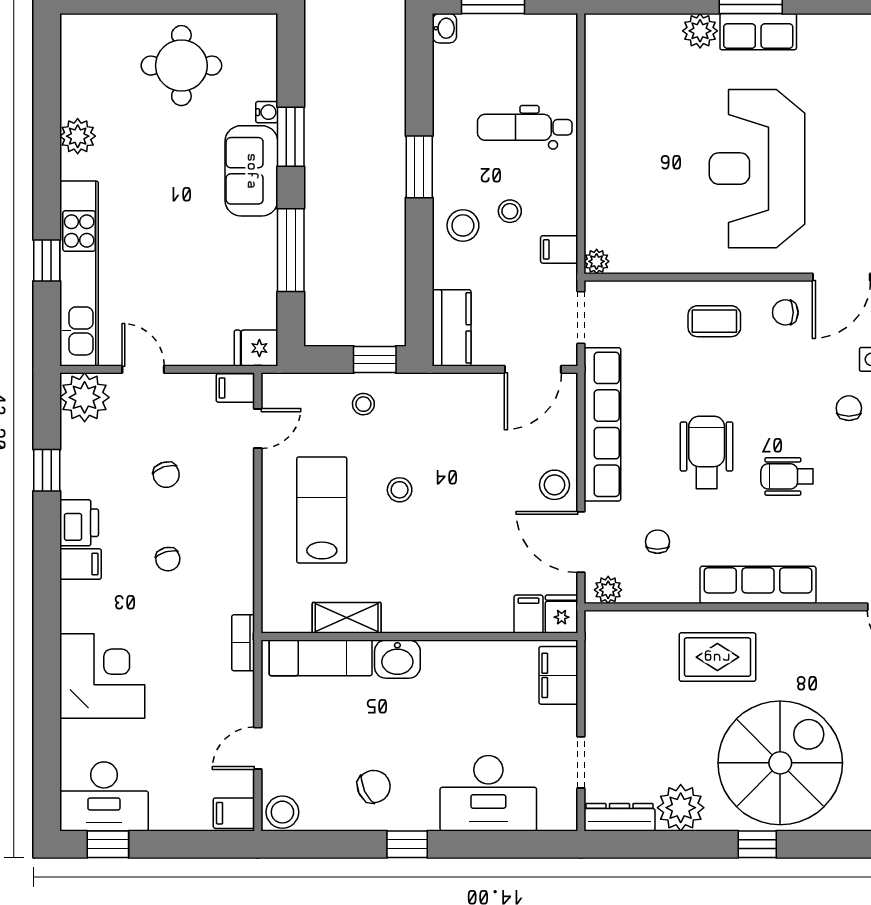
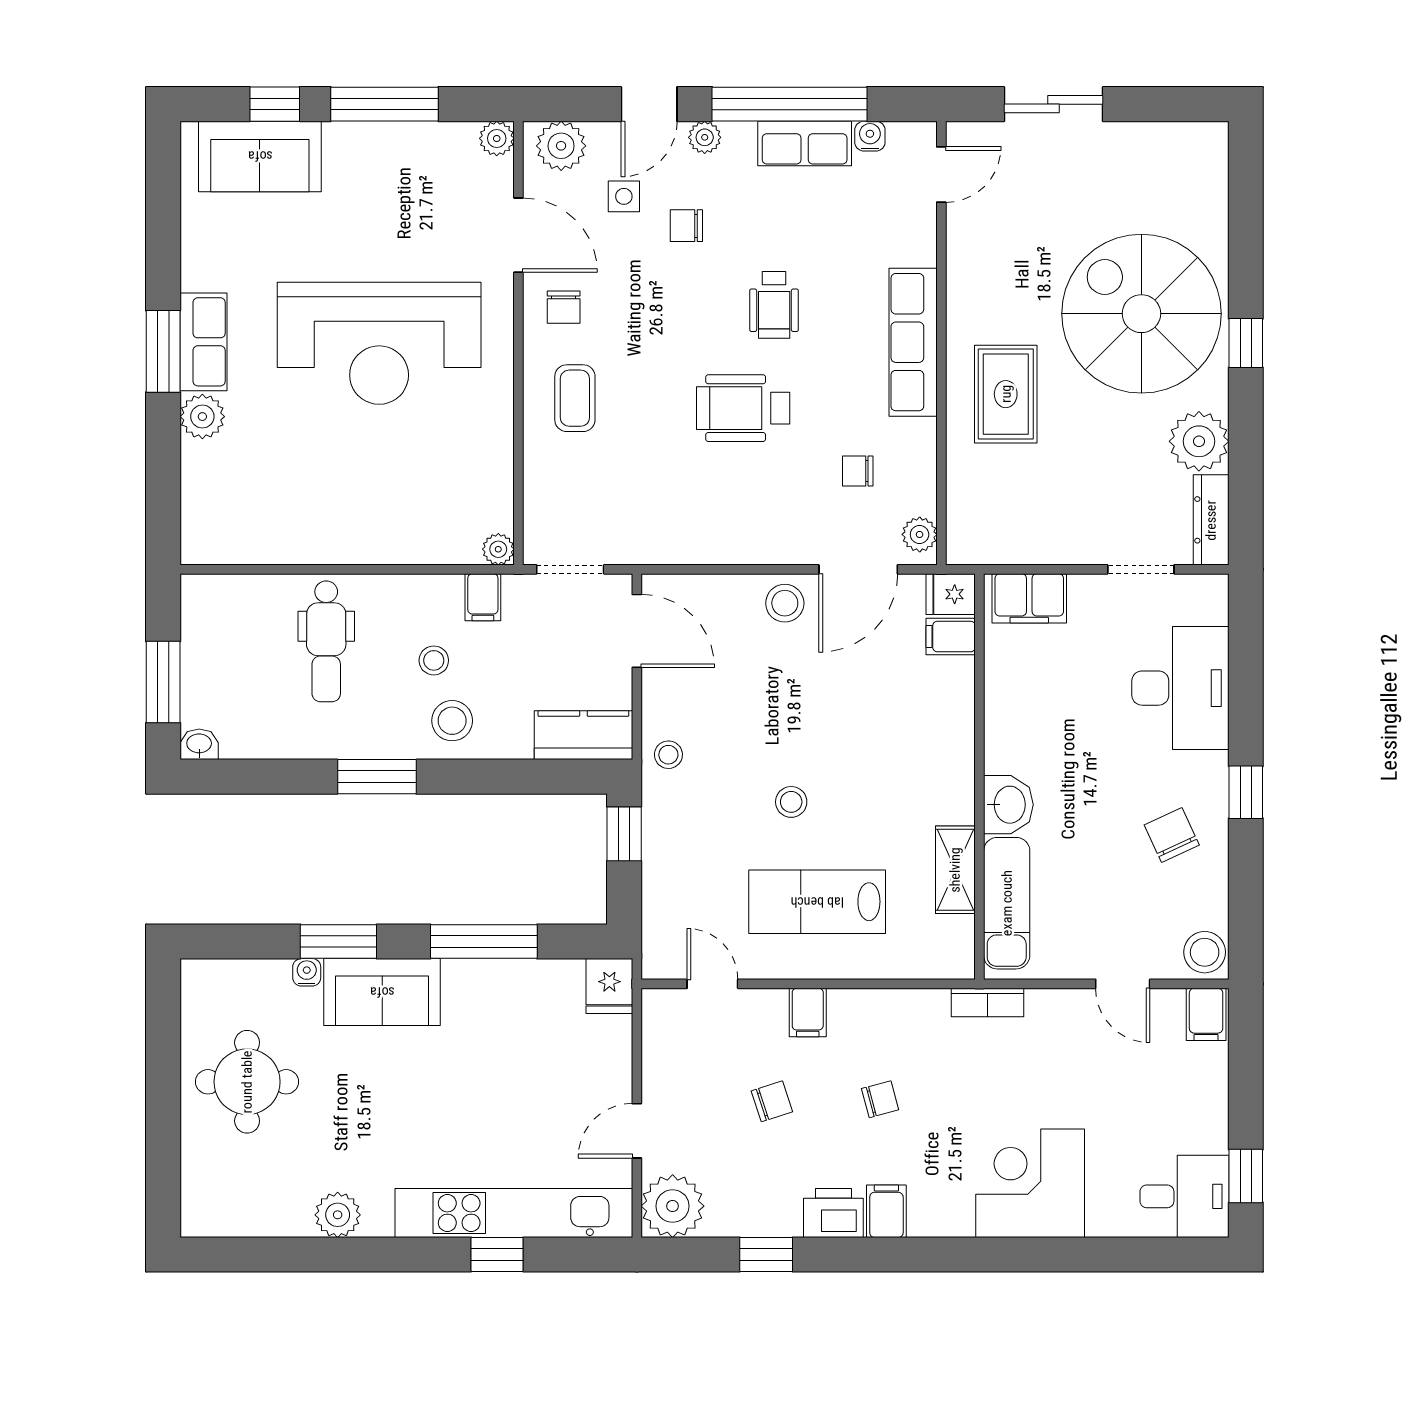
filing cabinet: (235, 388) -> (808, 1013), moved
stool: (363, 404) -> (668, 755), moved
row of seats: (602, 424) -> (707, 542), removed
desk: (104, 796) -> (1184, 1196), width x0.73

